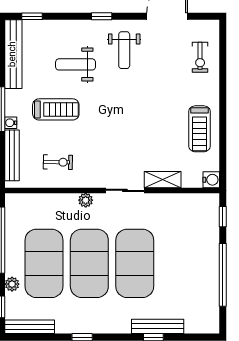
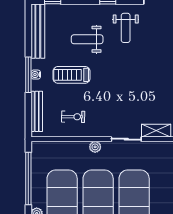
treadmill: (56, 109) -> (71, 75), turned 180
water cooler: (11, 123) -> (36, 75), moved

